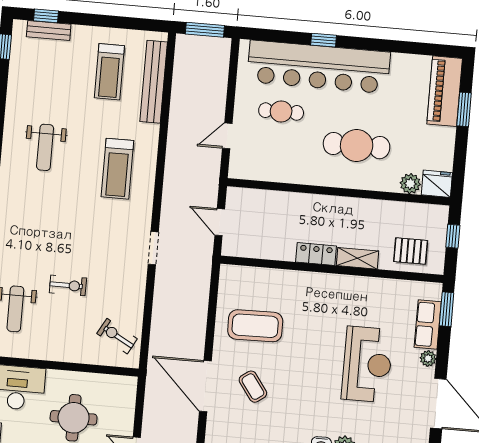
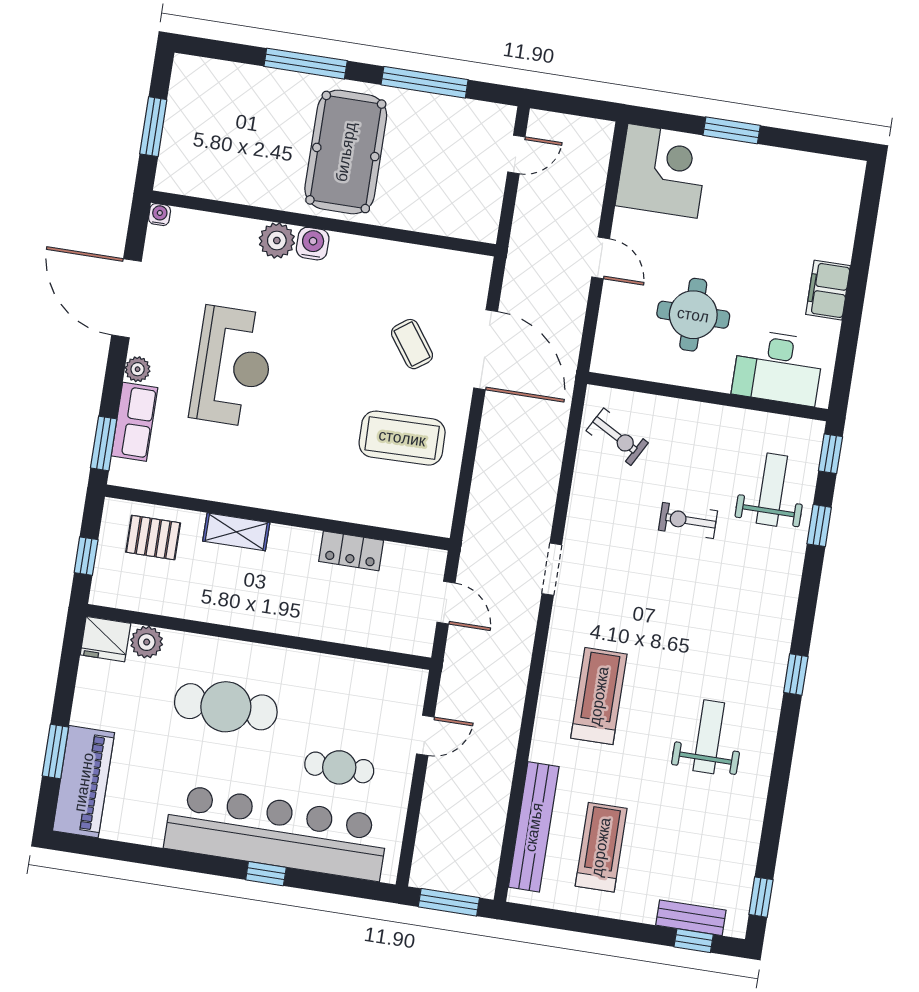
locker: (316, 254) -> (351, 551), moved
reception desk: (367, 364) -> (233, 366), turned 180

